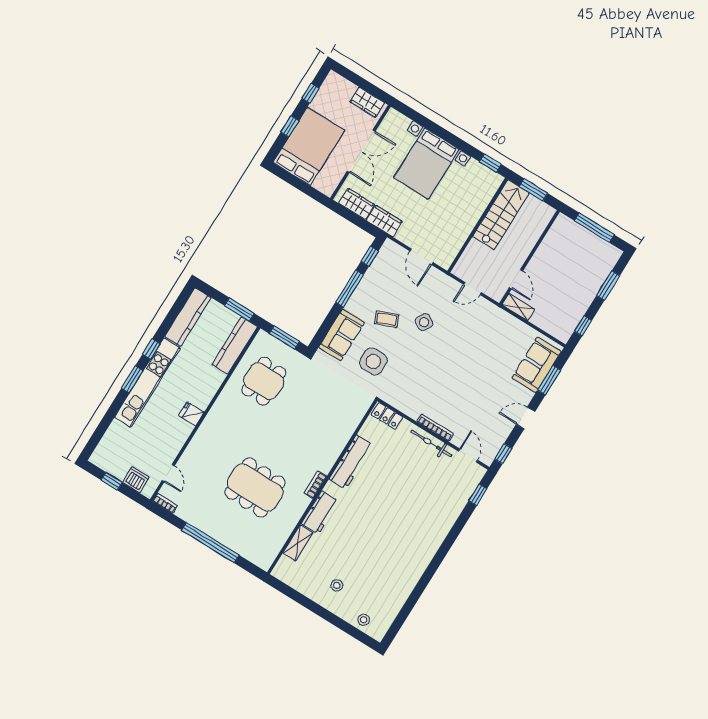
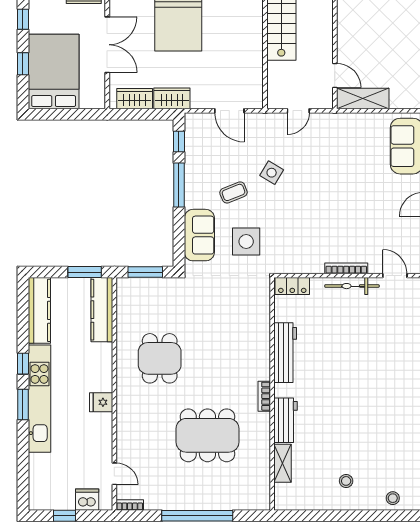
shelving: (518, 307) -> (363, 98), width x1.50, depth x1.33
dining table: (264, 381) -> (160, 358), moved

